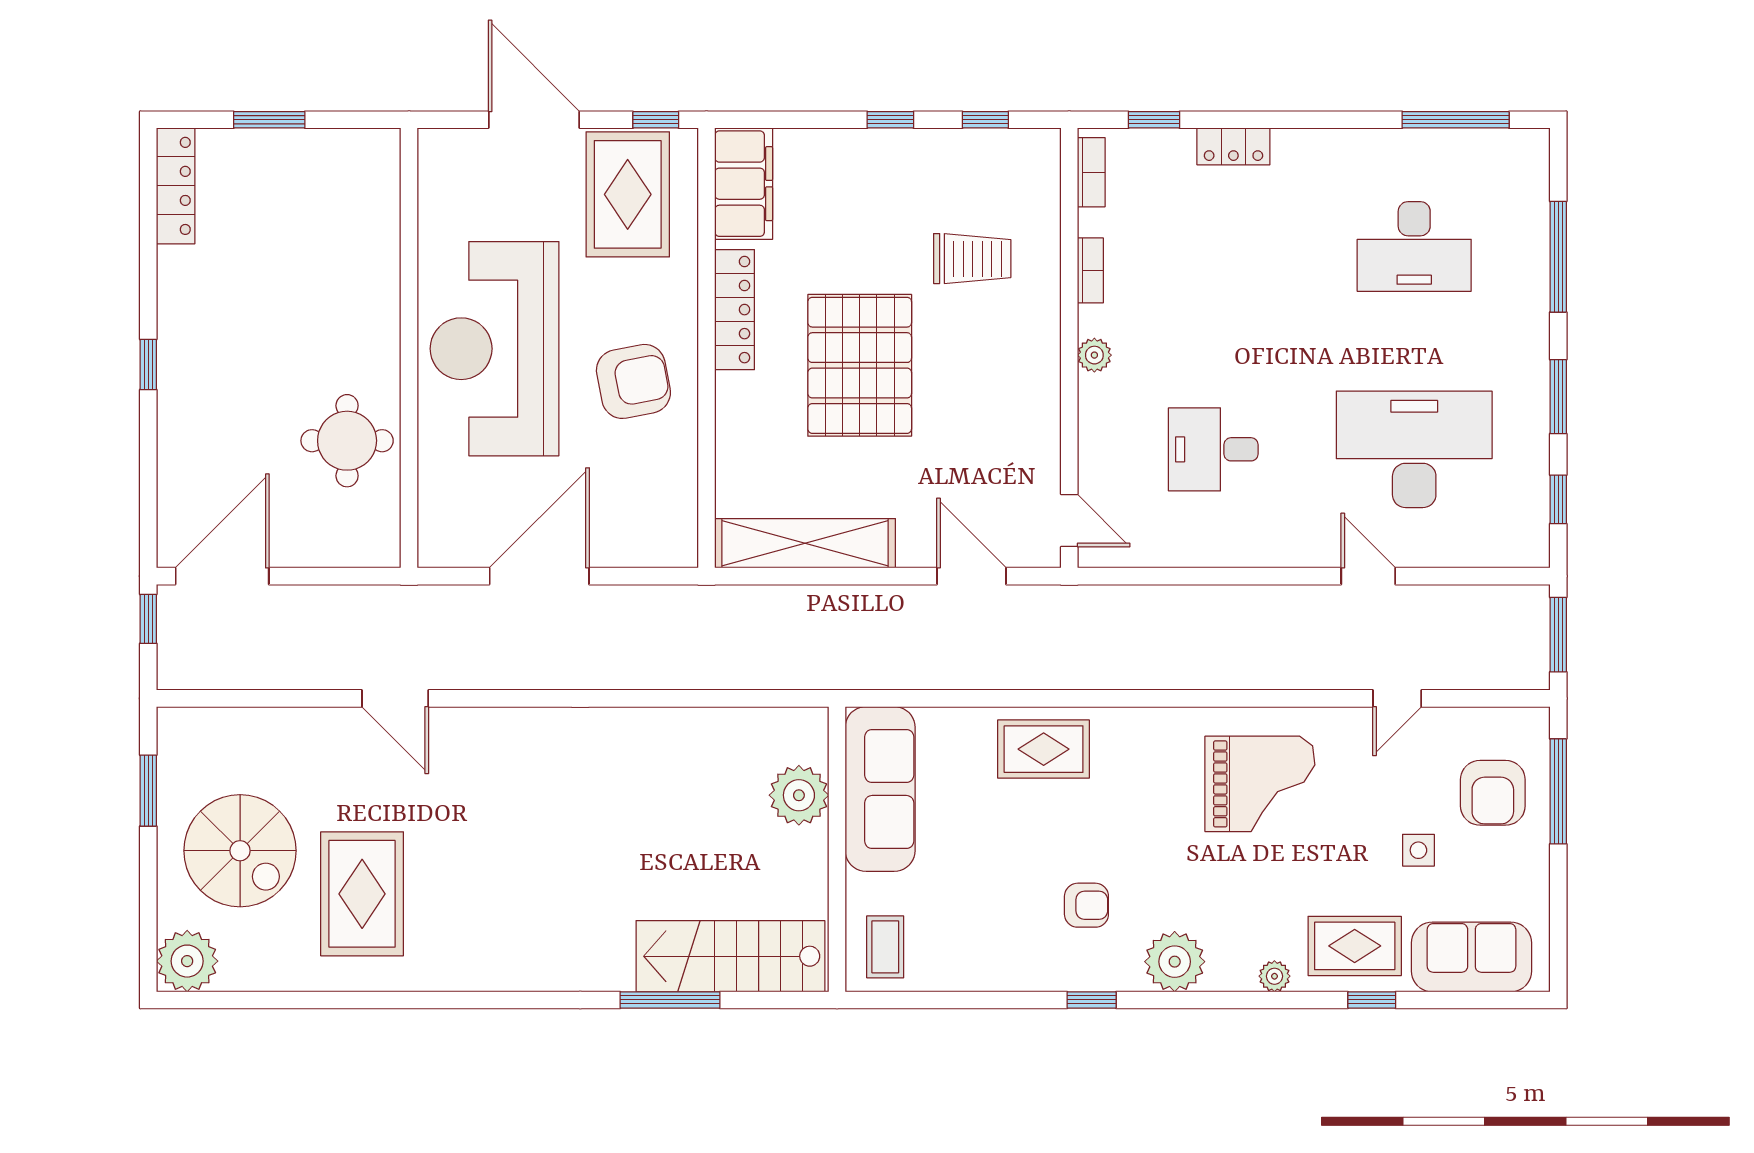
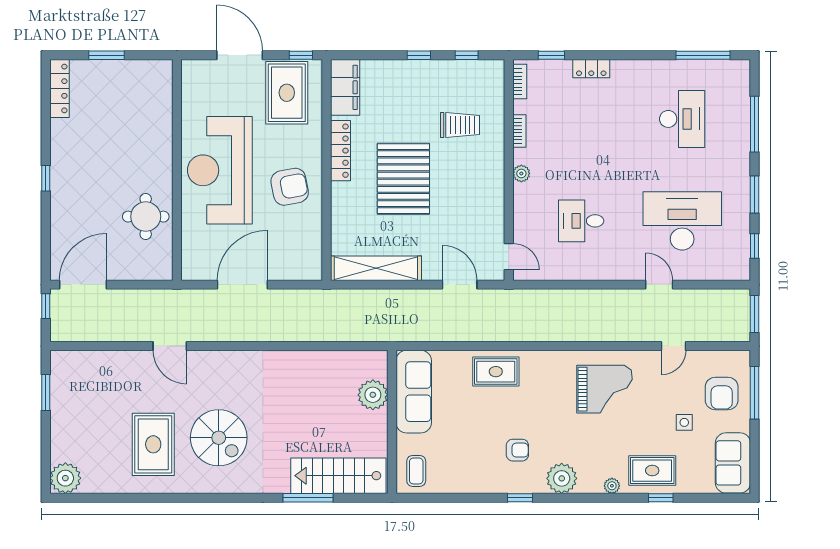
desk: (1414, 247) -> (682, 119), turned -90
spiral stairs: (240, 851) -> (219, 438), moved
sofa: (1471, 957) -> (733, 463), moved, turned -90

